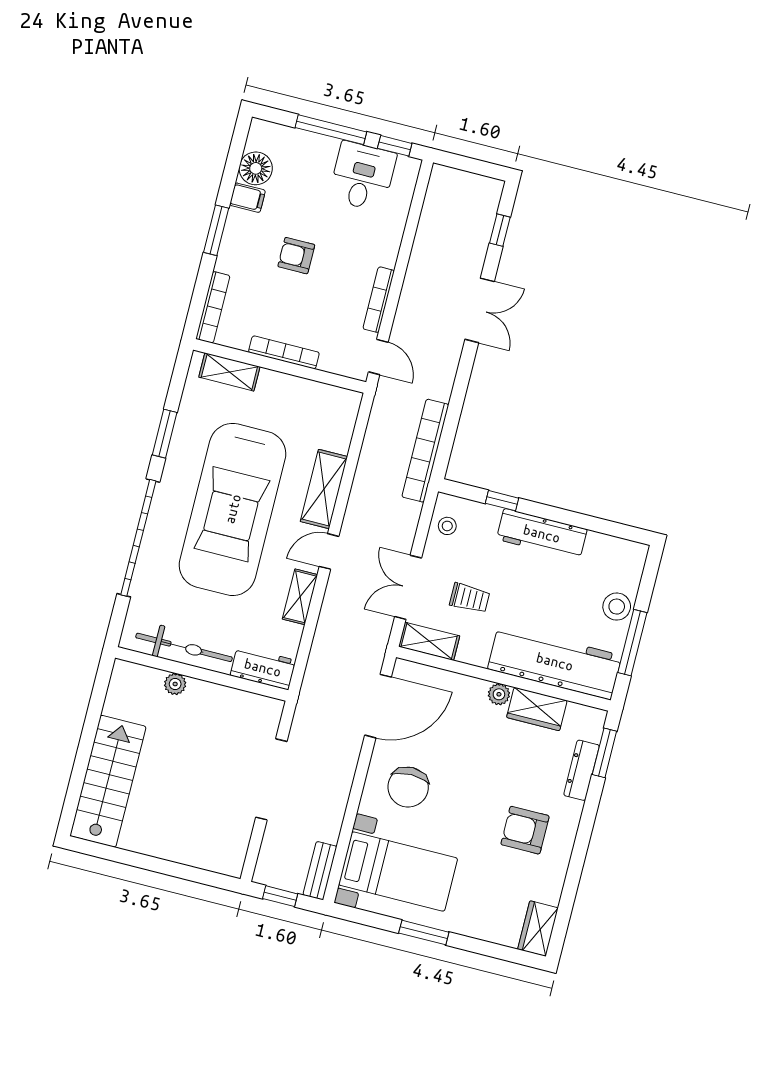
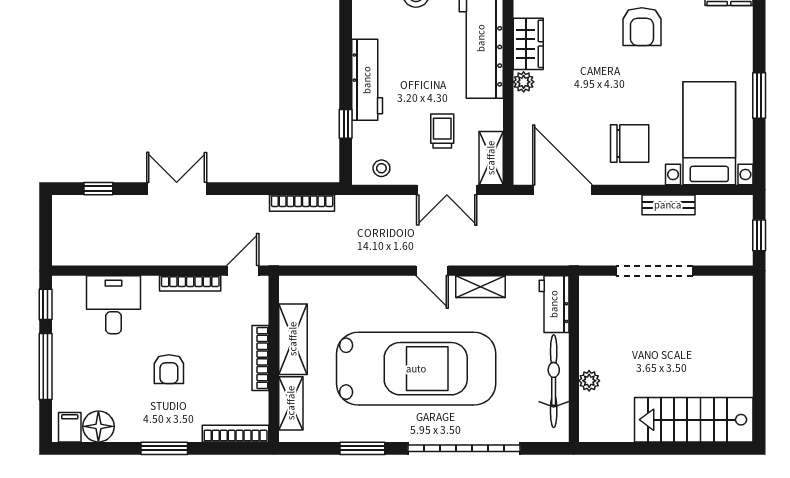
desk: (362, 176) -> (113, 305), moved, turned 90
filing cabinet: (247, 198) -> (70, 427), moved
bookcase: (425, 451) -> (302, 203), width x0.68, depth x0.76
shelving: (324, 489) -> (293, 339), moved, turned 90
bench: (320, 871) -> (668, 205), moved

